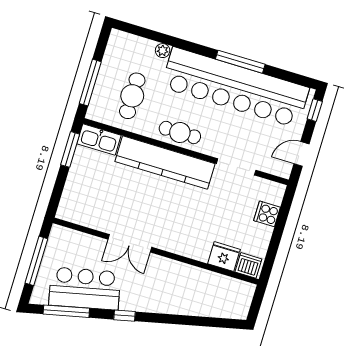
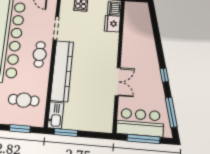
window: (90, 83) -> (20, 129), width x0.69
cafe table: (180, 133) -> (40, 54), moved
bar counter: (85, 289) -> (140, 123), moved, turned 103

